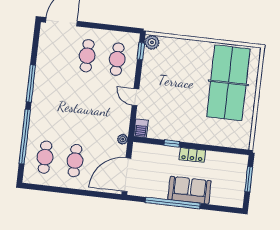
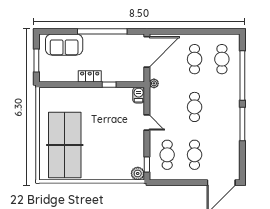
cafe table: (81, 108) -> (195, 107), added
sofa: (190, 190) -> (64, 45), moved

